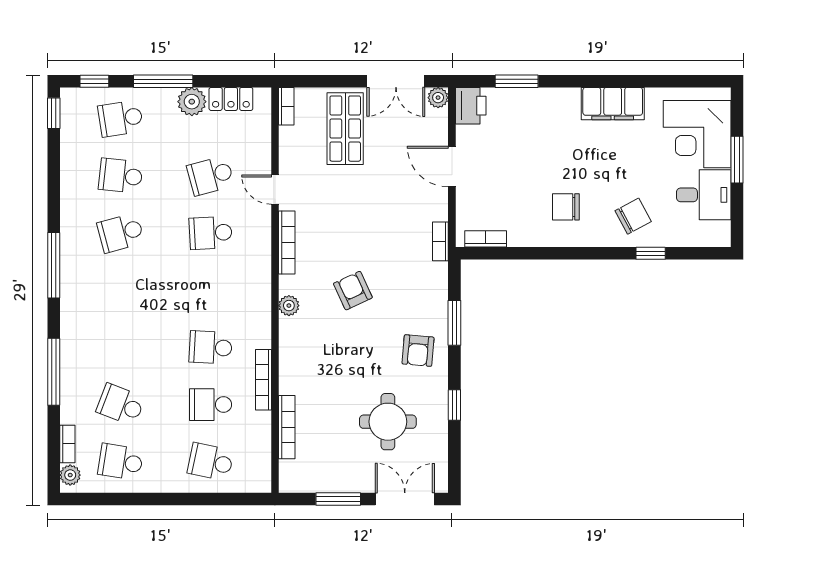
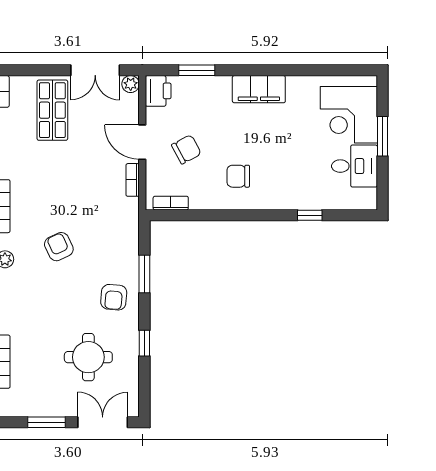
filing cabinet: (613, 104) -> (259, 89), moved
chair: (633, 216) -> (186, 149), moved
bookcase: (440, 241) -> (133, 180), moved

